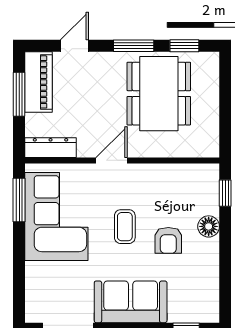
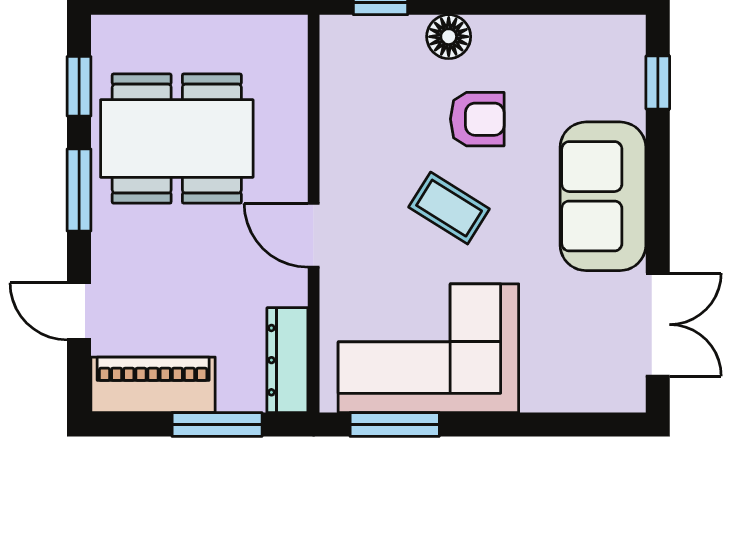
window: (19, 94) -> (217, 425), moved
coffee table: (125, 227) -> (449, 208), turned 32

